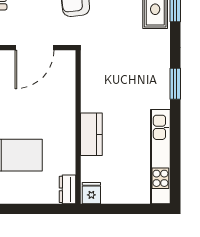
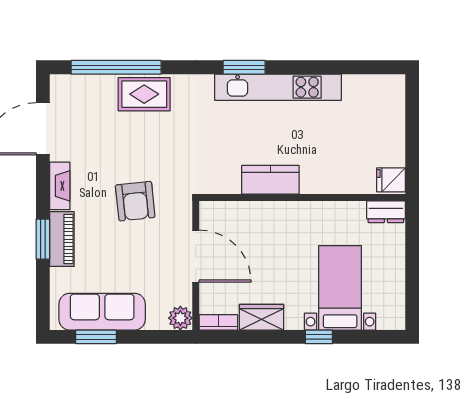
kitchen counter: (91, 134) -> (270, 180), moved
kitchen unit: (160, 157) -> (278, 87), moved

